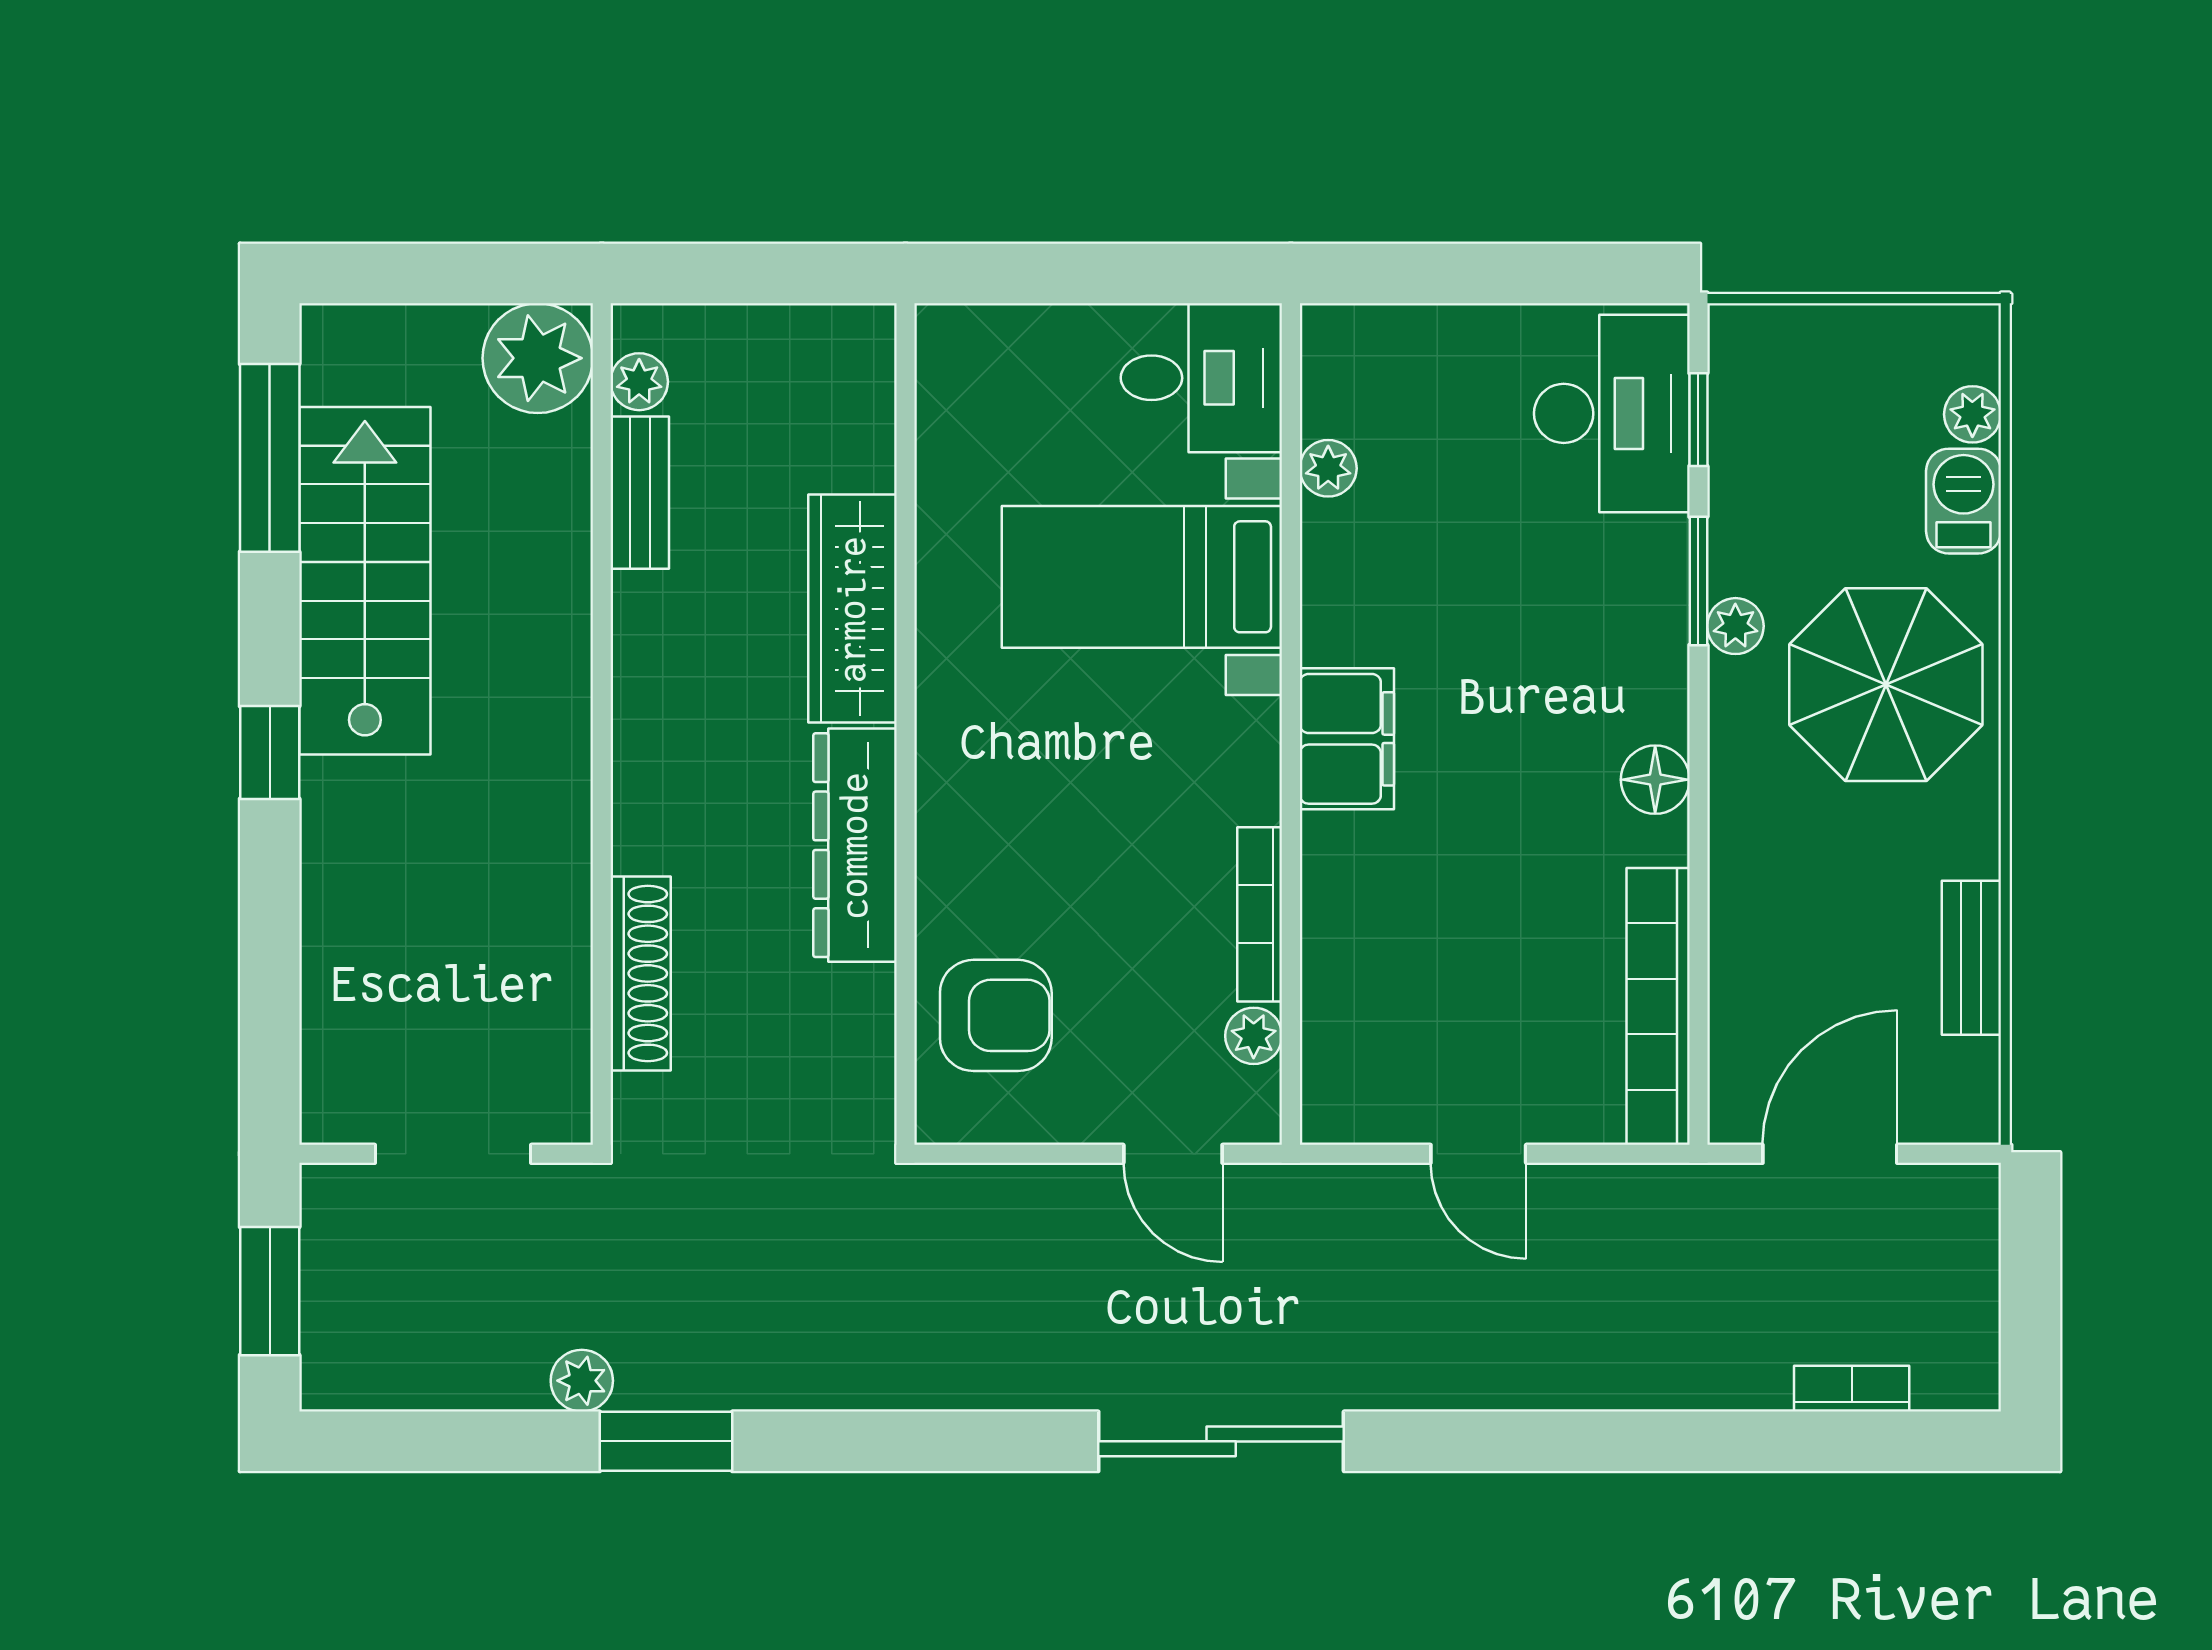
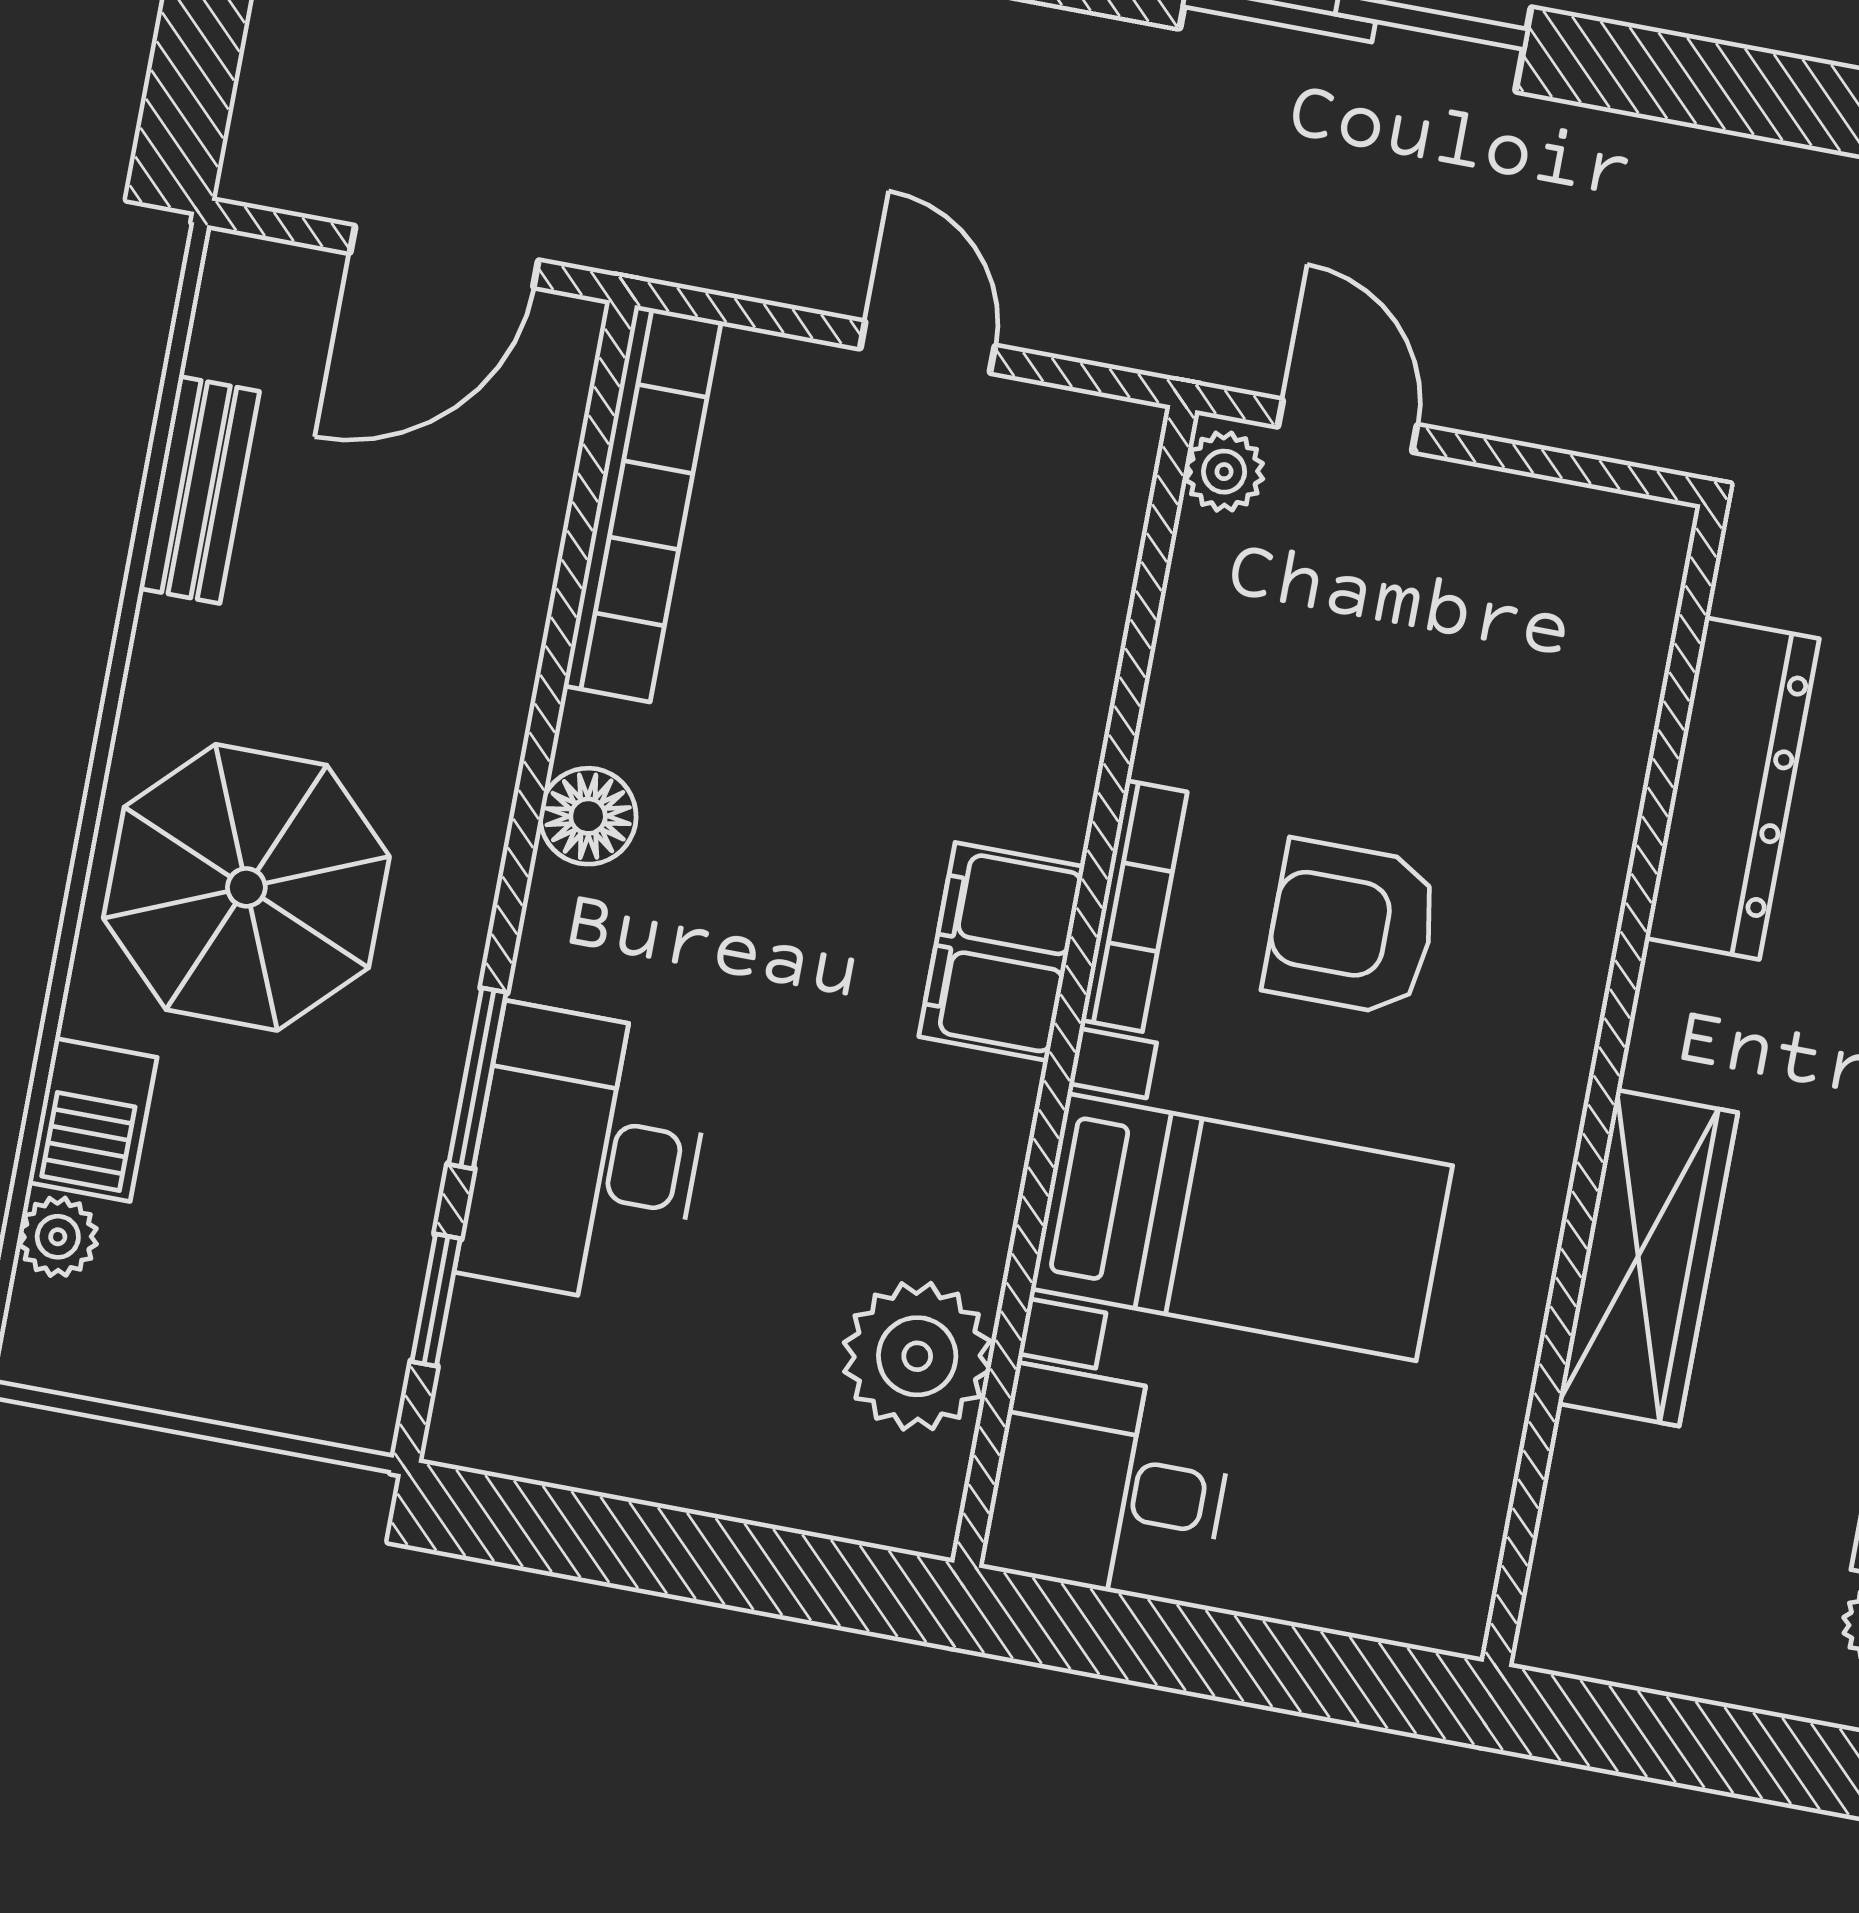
desk: (1612, 413) -> (586, 1156), moved
plant: (1328, 468) -> (917, 1356), width x1.88, depth x1.88
plant: (1735, 626) -> (438, 1007), removed
dresser: (855, 845) -> (1732, 788), moved
bookcase: (1260, 914) -> (1134, 906), moved
armchair: (996, 1015) -> (1352, 928), moved
plant: (1254, 1036) -> (1224, 472), moved

